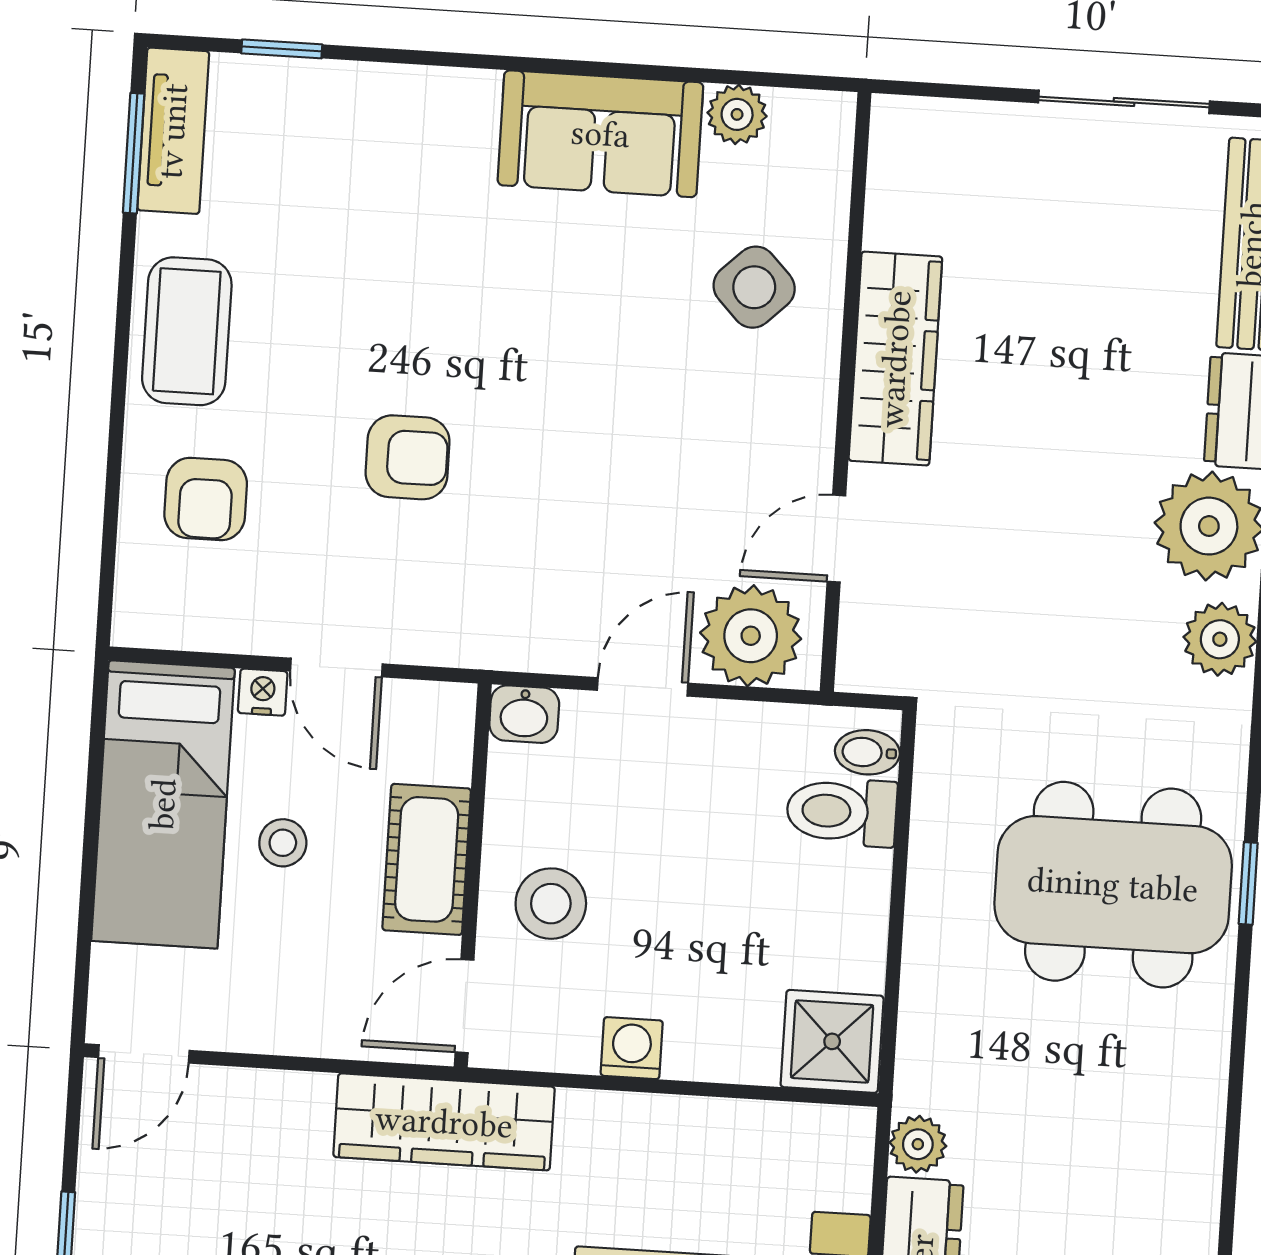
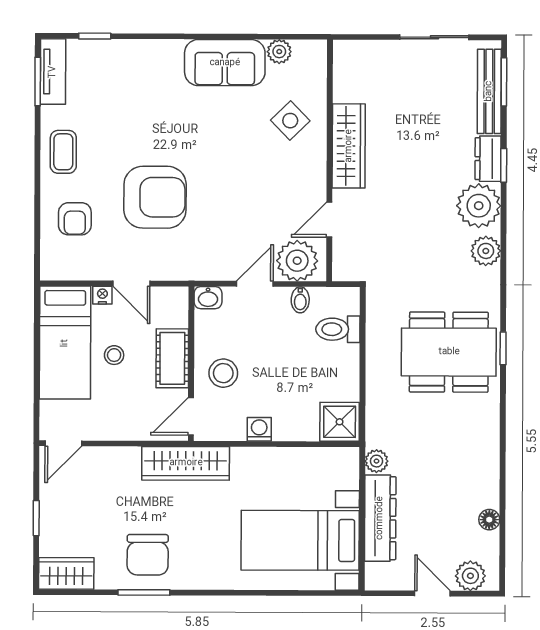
coffee table: (187, 331) -> (63, 152), width x0.73, depth x0.77
armchair: (408, 457) -> (155, 197), width x1.88, depth x1.88
bidet: (867, 752) -> (300, 300), moved, turned -90

